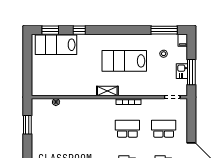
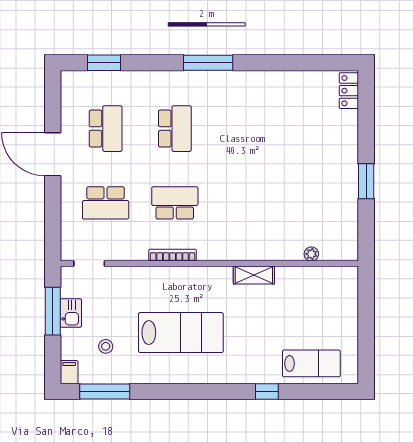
window: (50, 30) -> (322, 391), removed
lab bench: (56, 45) -> (311, 363), width x0.73, depth x0.72
shelving: (107, 91) -> (254, 275), moved
window: (27, 125) -> (366, 181), moved
school desk: (127, 129) -> (175, 203), turned 180

